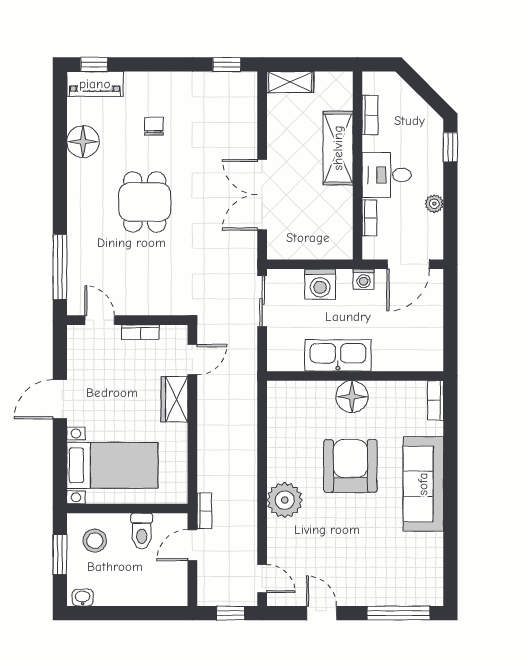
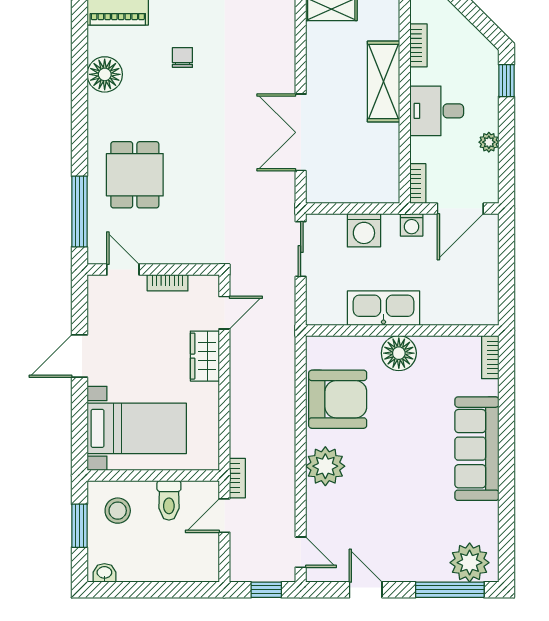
dining table: (145, 202) -> (135, 175), moved
bookcase: (369, 218) -> (418, 184), moved
armchair: (350, 466) -> (338, 399), moved, turned 90
plant: (417, 588) -> (470, 563), added

